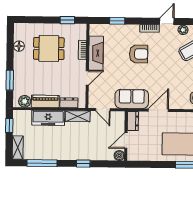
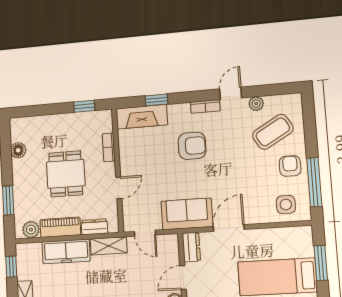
dining table: (49, 48) -> (66, 174), moved, turned 90
fireplace: (96, 53) -> (142, 117), moved, turned 90

